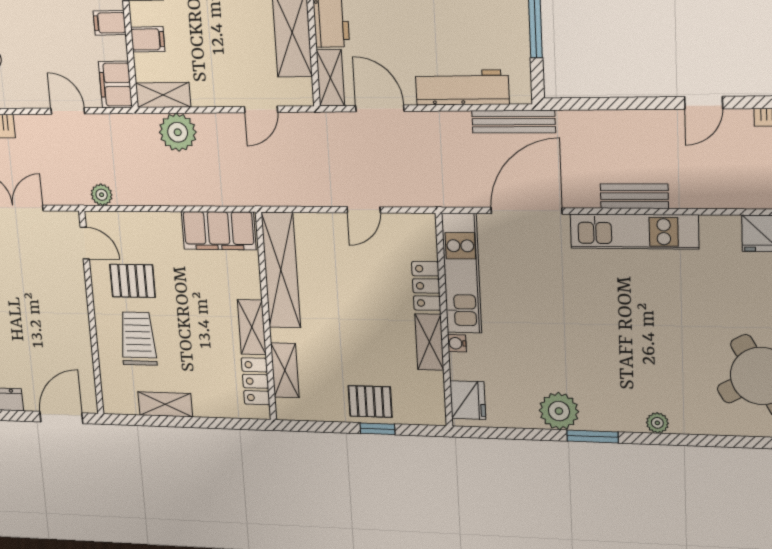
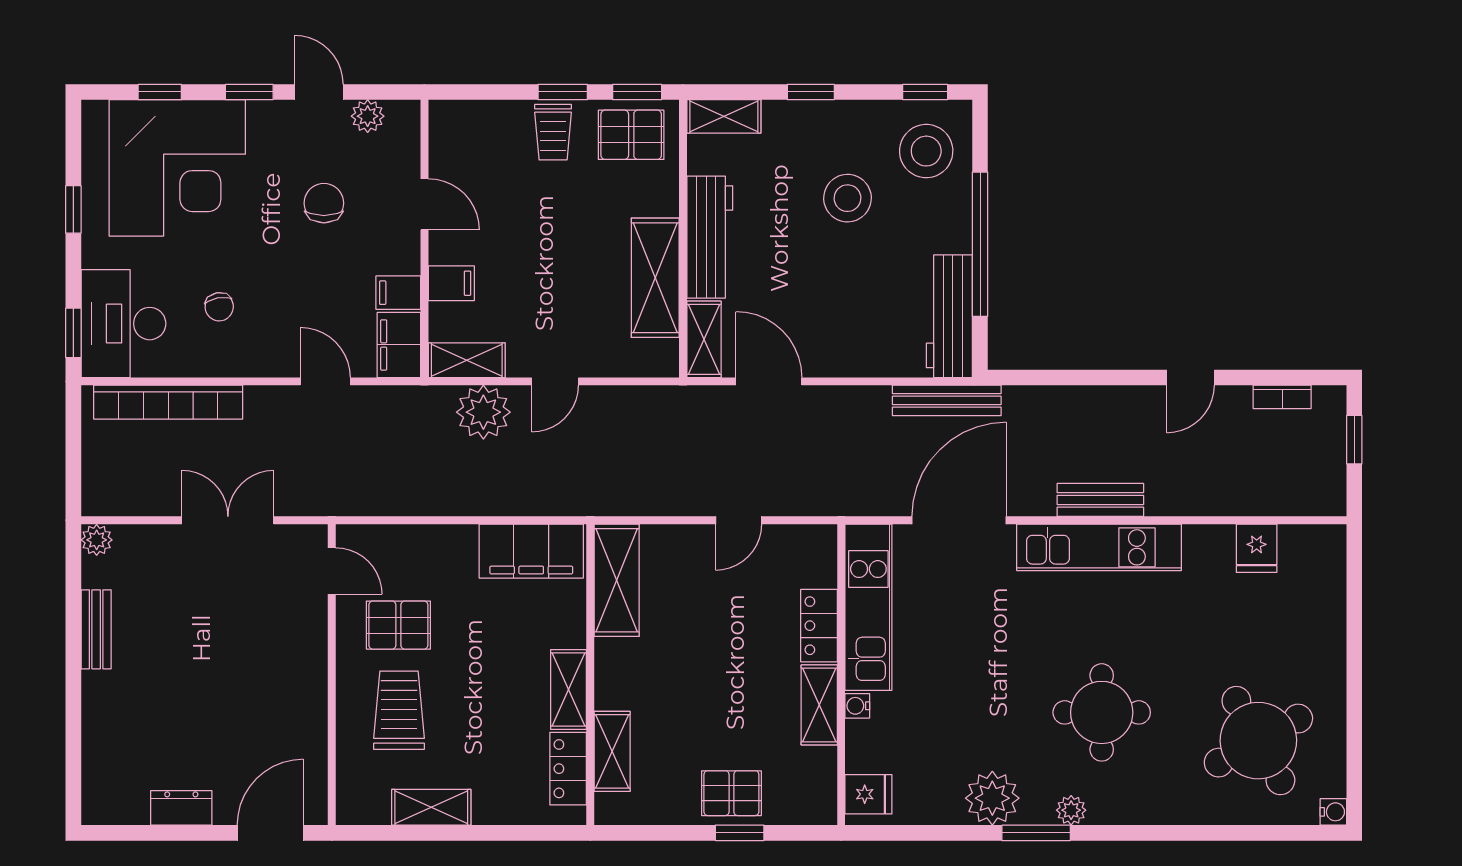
filing cabinet: (109, 23) -> (398, 293), moved
workbench: (462, 88) -> (949, 316), moved, turned -90
door: (261, 109) -> (555, 381), moved
plant: (102, 195) -> (364, 501), removed
shelving: (281, 270) -> (617, 580), width x0.68
round table: (639, 352) -> (1102, 712), added
fridge: (468, 400) -> (868, 794), width x0.72
plant: (657, 423) -> (1071, 810), moved

